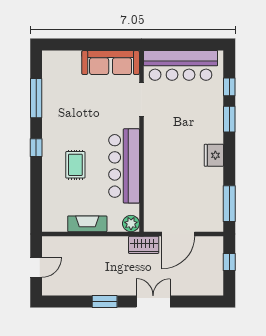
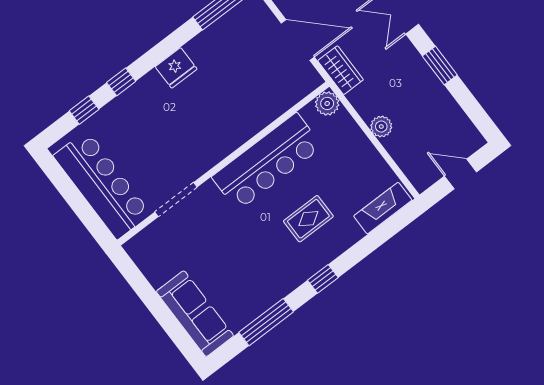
sofa: (111, 63) -> (195, 314), moved
window: (229, 119) -> (121, 82), width x0.67
fireplace: (87, 224) -> (383, 208), moved, turned 90
plant: (96, 244) -> (381, 127), added

